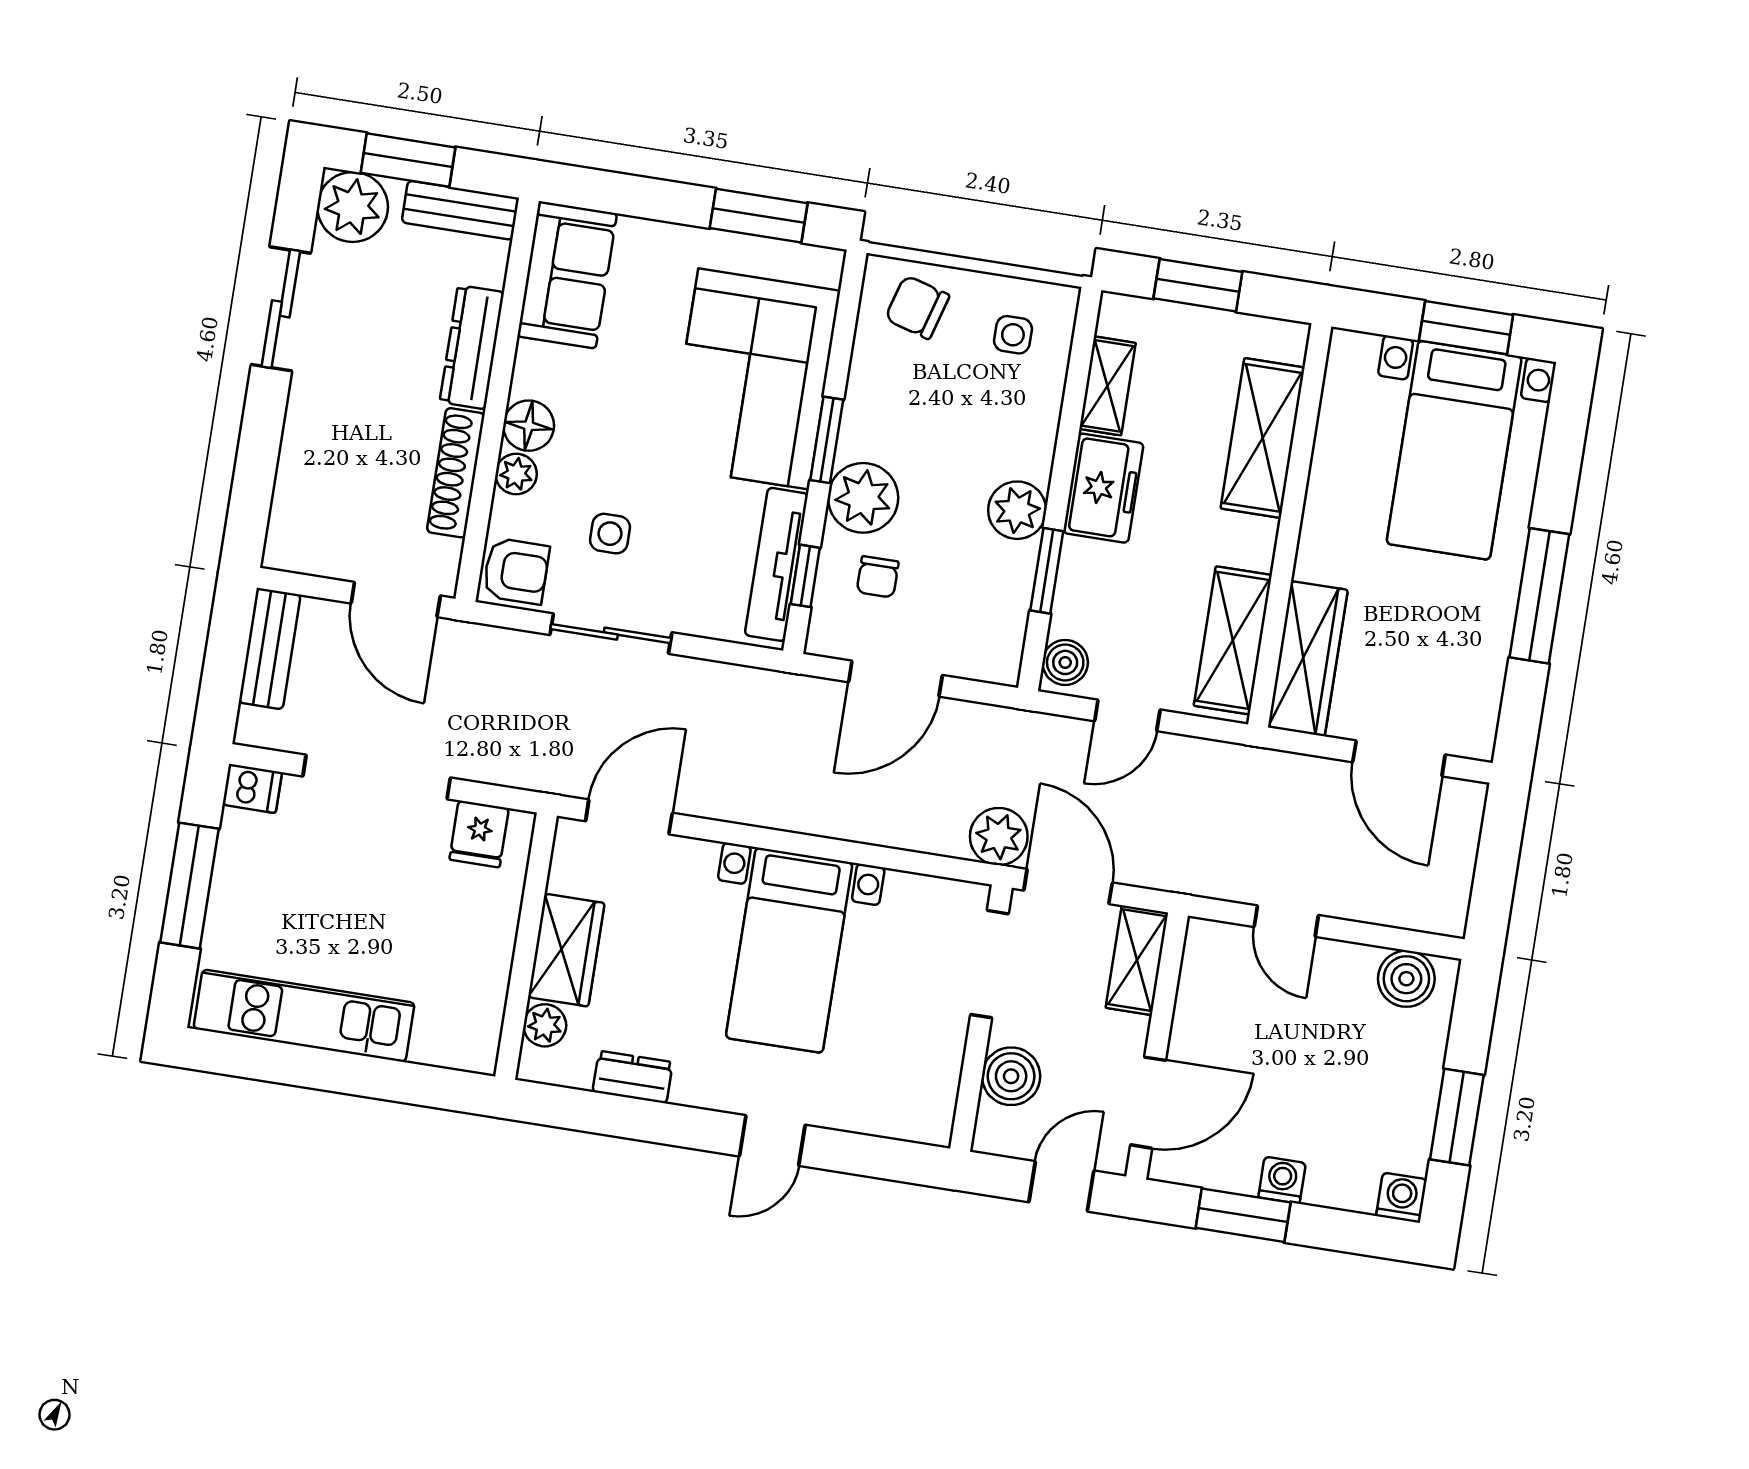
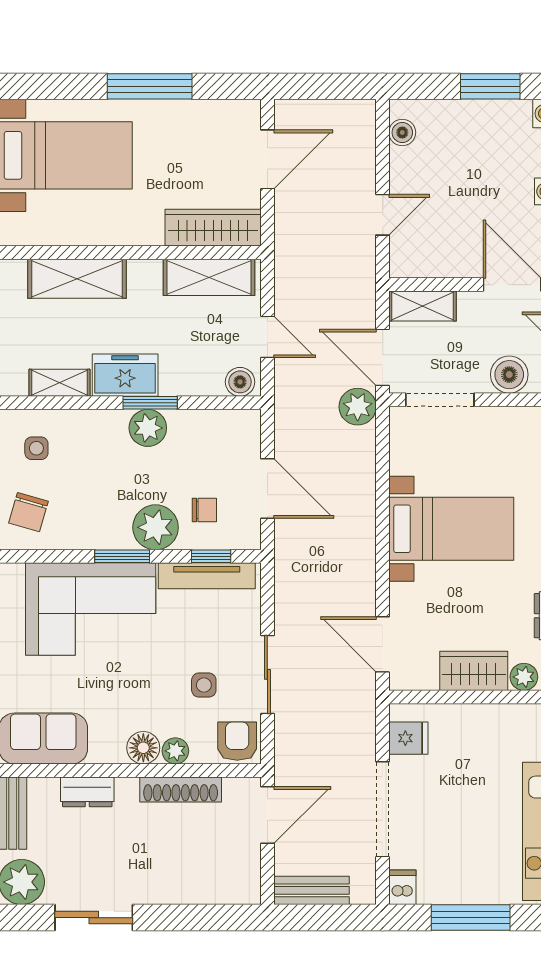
dresser: (472, 347) -> (87, 792), width x0.70
window: (1047, 571) -> (150, 403), moved
door: (1068, 887) -> (383, 357), hinge flipped
boiler: (1406, 979) -> (402, 132), width x0.73, depth x0.73

